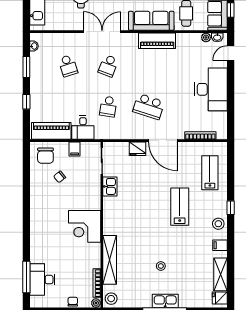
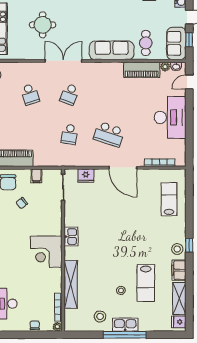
piano: (157, 41) -> (142, 70), moved
desk: (83, 128) -> (45, 155), removed
fridge: (137, 149) -> (86, 176), moved
kitchen sink: (110, 186) -> (71, 237), moved
lab bench: (180, 207) -> (146, 283), moved, turned 180
window: (231, 208) -> (189, 245), moved
filing cabinet: (220, 245) -> (179, 270), width x2.00
stool: (111, 299) -> (100, 316), moved

